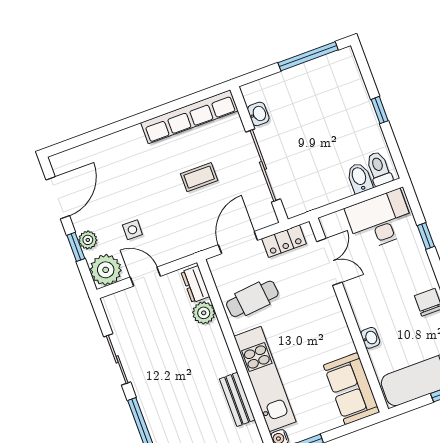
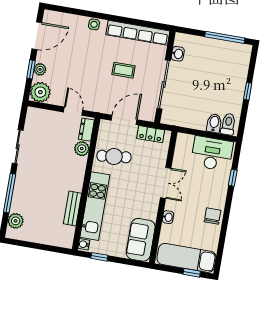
side table: (132, 230) -> (94, 24), moved
double door: (329, 262) -> (166, 183), moved
door: (145, 277) -> (73, 111), moved

